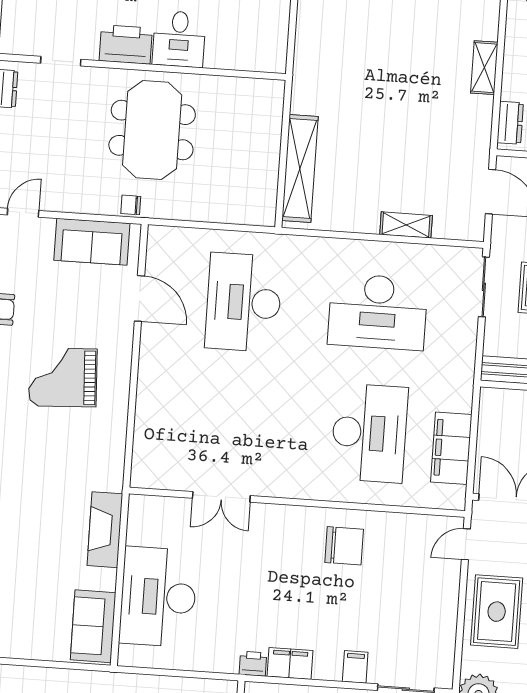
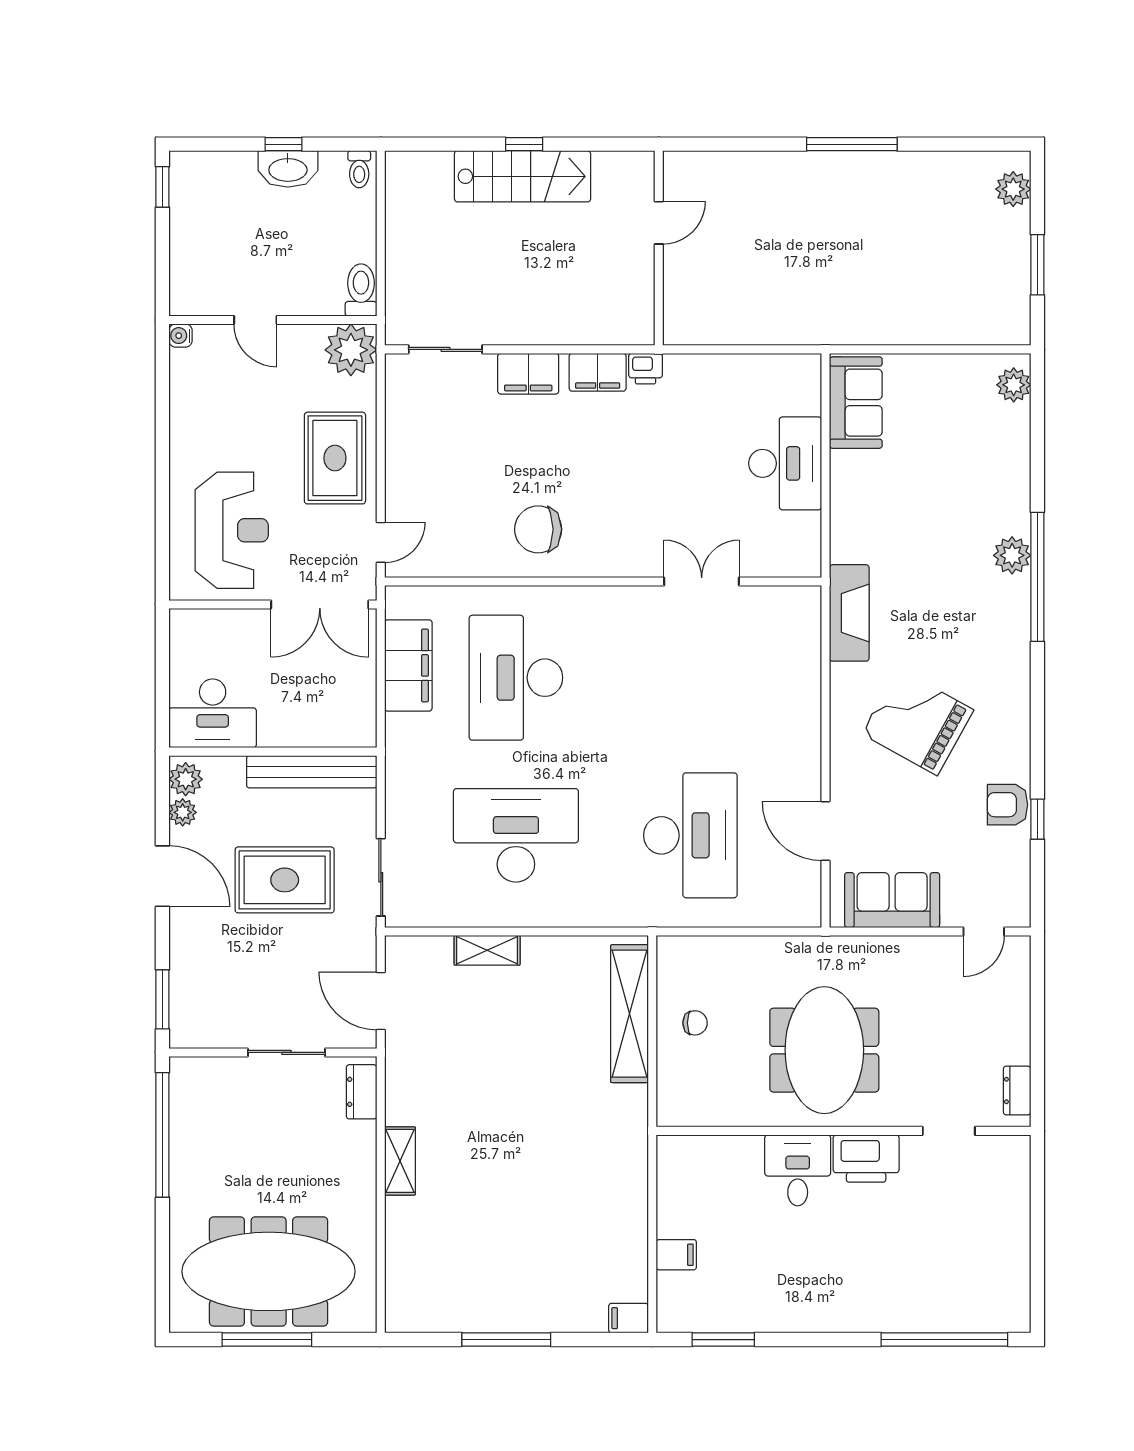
chair: (131, 205) -> (695, 1023), moved
grand piano: (63, 377) -> (917, 722), turned -148
fireplace: (105, 530) -> (849, 613), moved
desk: (158, 597) -> (785, 463), width x0.73, depth x0.77
filing cabinet: (355, 667) -> (528, 374), width x2.00

